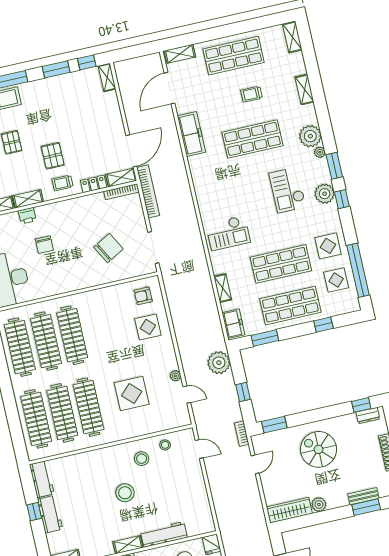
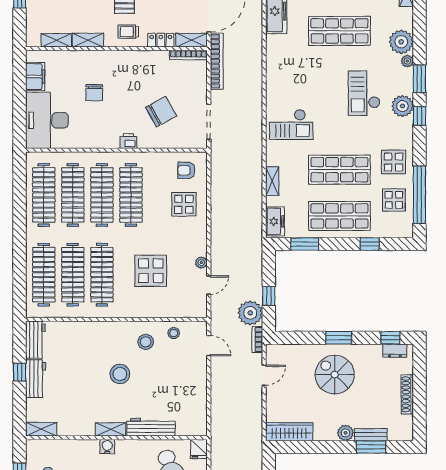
printer: (27, 216) -> (128, 141), moved, turned 180
clothes rail: (98, 329) -> (131, 195), added
plant: (219, 363) -> (250, 313), moved
door: (187, 394) -> (209, 285), hinge flipped
window: (274, 425) -> (339, 338), moved
plant: (319, 505) -> (346, 433), moved

